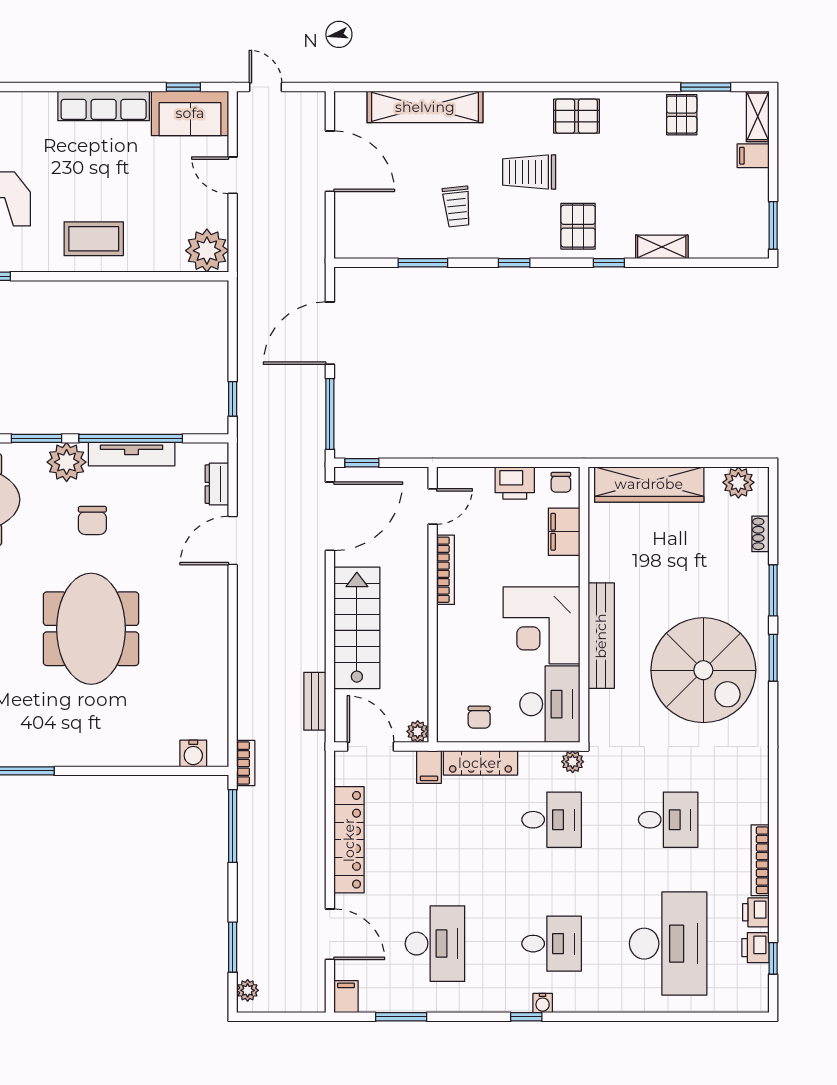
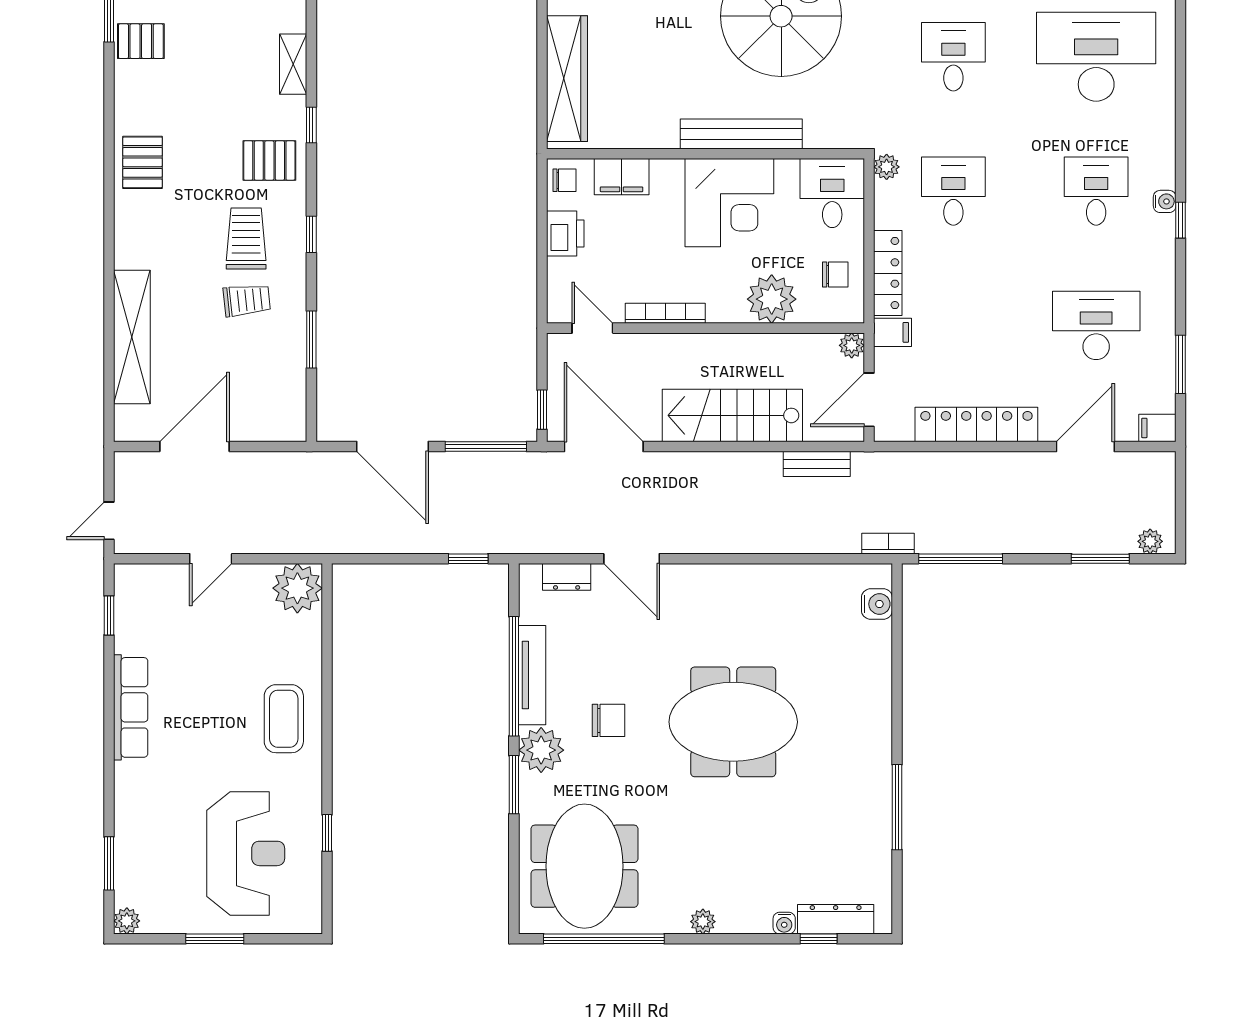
sofa: (190, 113) -> (139, 608), removed
trolley: (529, 172) -> (246, 239), moved, turned 180
plant: (458, 662) -> (772, 299), added
desk: (550, 704) -> (832, 193), width x0.73

